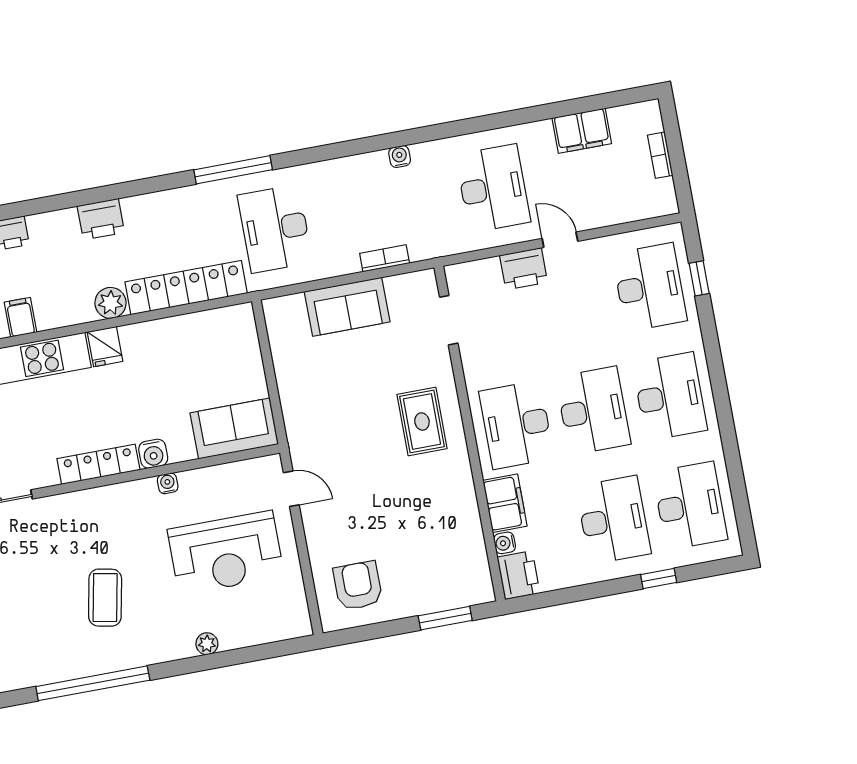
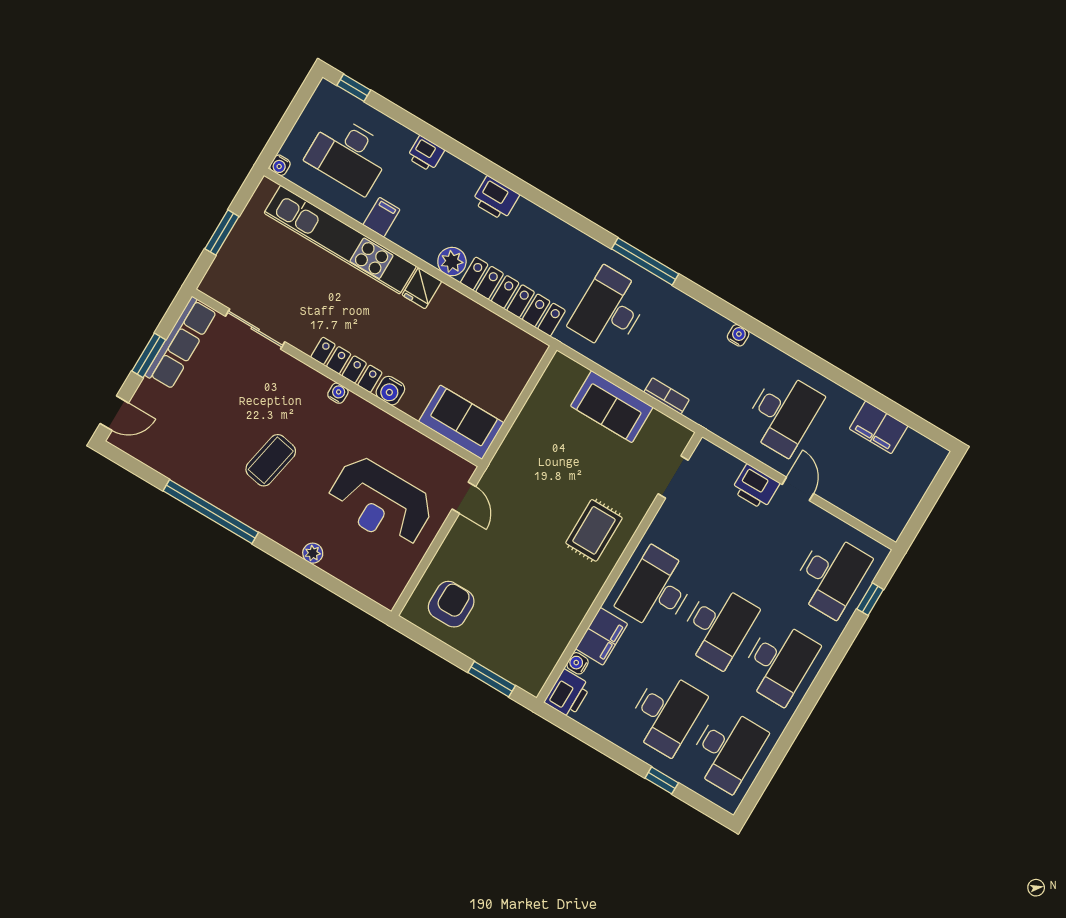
bookcase: (660, 155) -> (918, 491), removed
window: (233, 170) -> (645, 261), moved
water cooler: (168, 483) -> (338, 393), moved

